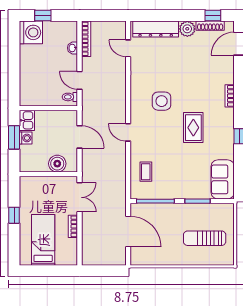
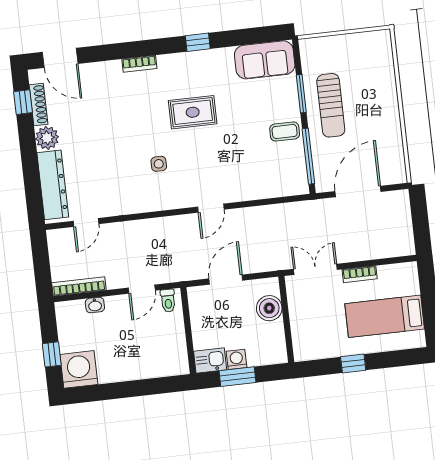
side table: (162, 101) -> (159, 164), width x0.54, depth x0.54
coffee table: (146, 172) -> (285, 132), moved
sun lounger: (205, 238) -> (331, 105), moved

